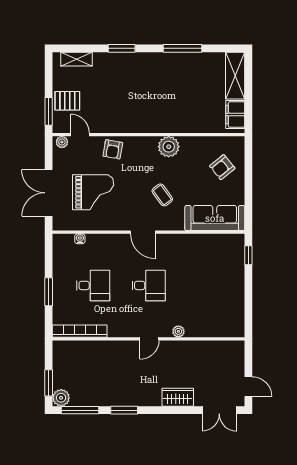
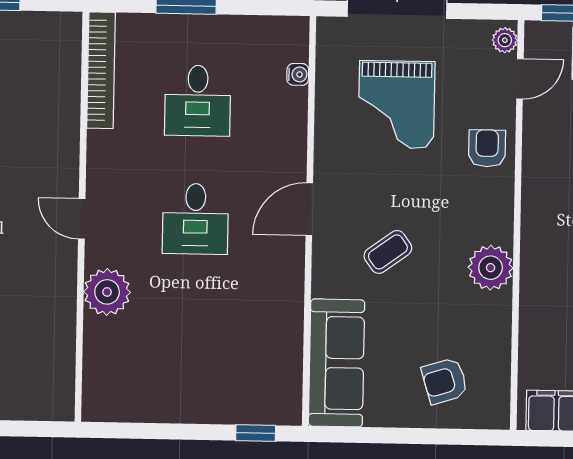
armchair: (113, 149) -> (487, 148), turned 80
armchair: (222, 167) -> (445, 381), turned -68
plant: (178, 331) -> (107, 292), width x1.87, depth x1.87

